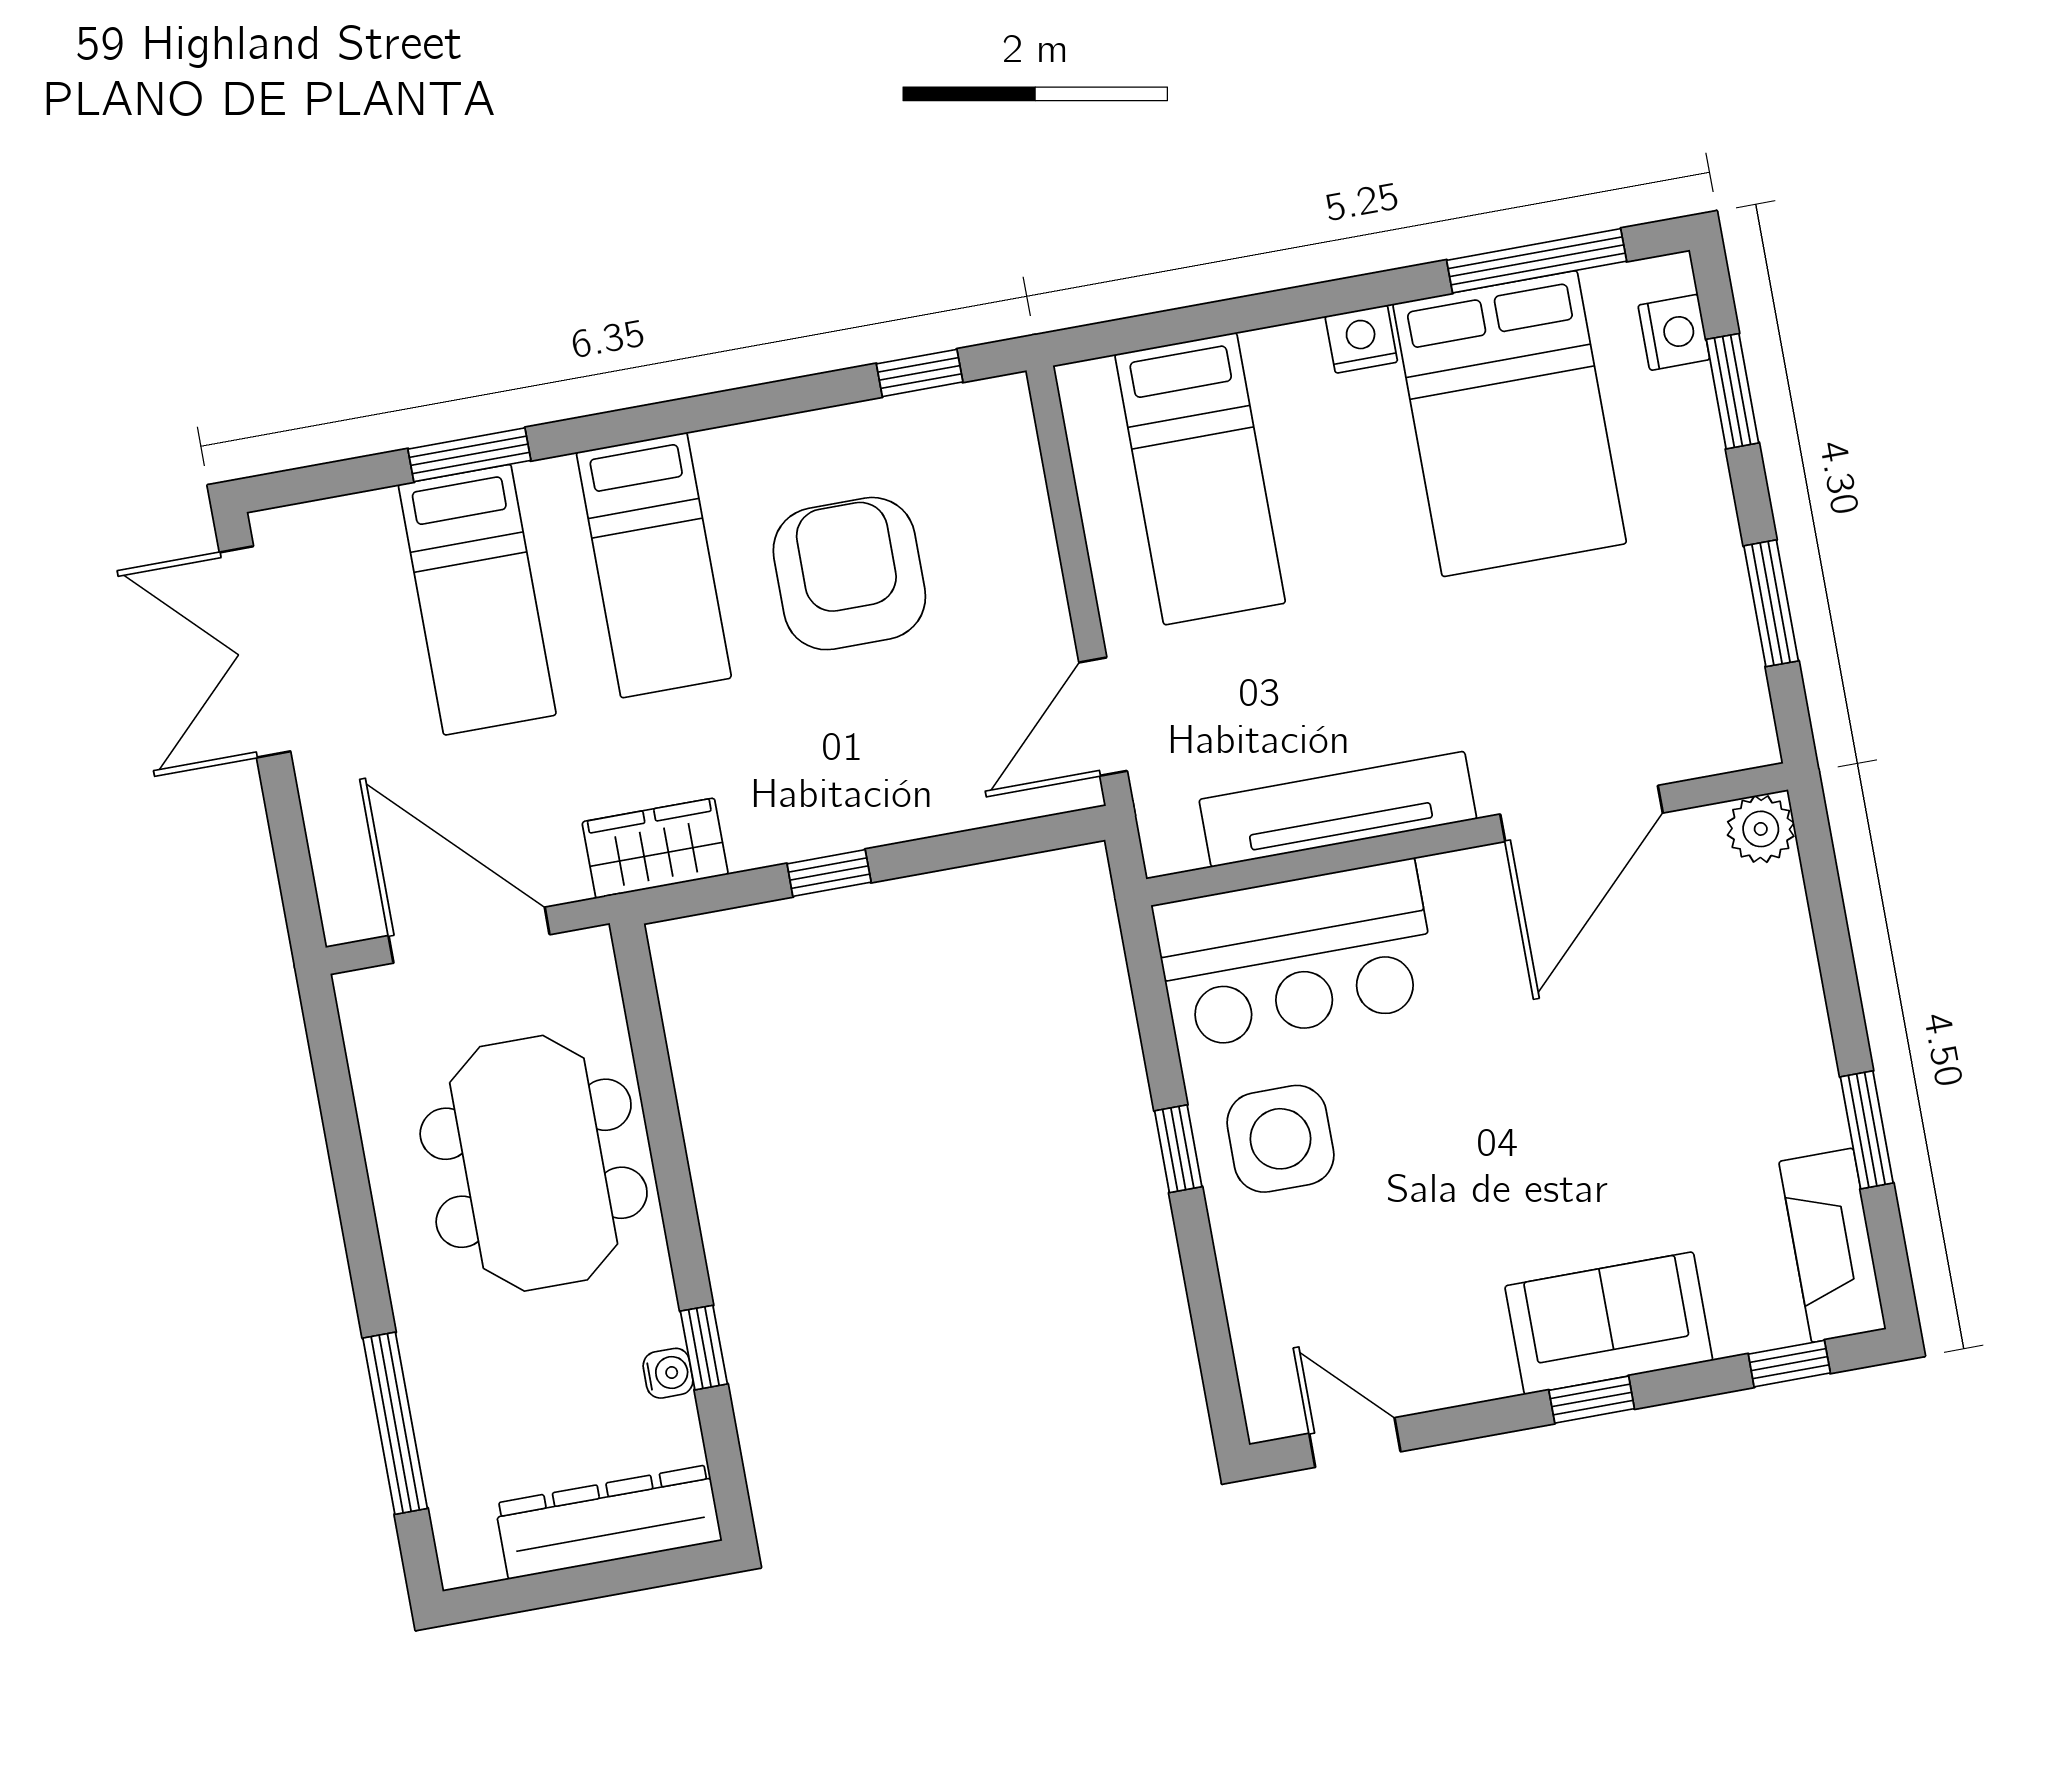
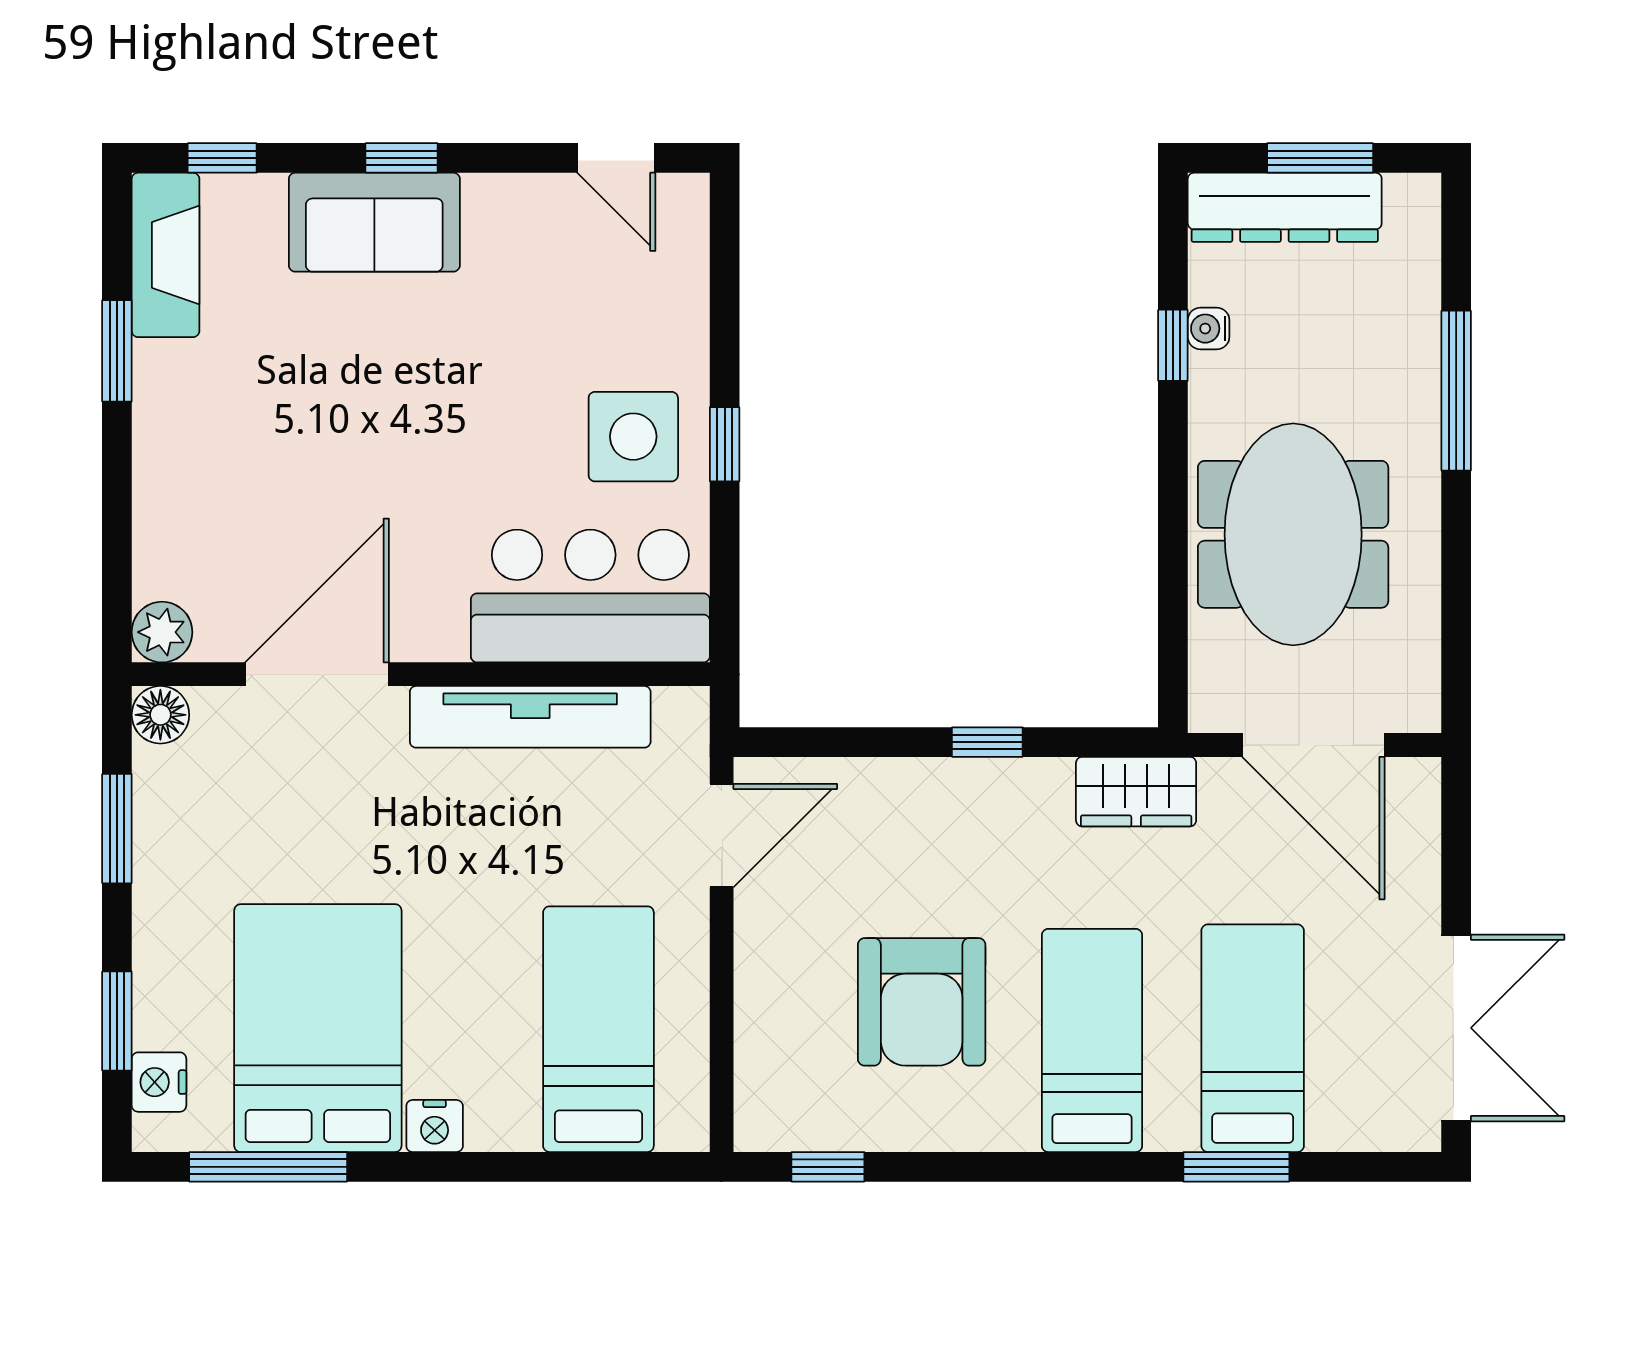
floor lamp: (1746, 737) -> (160, 715), added
window: (395, 1423) -> (1456, 391), moved
window: (579, 1584) -> (1320, 158), added

